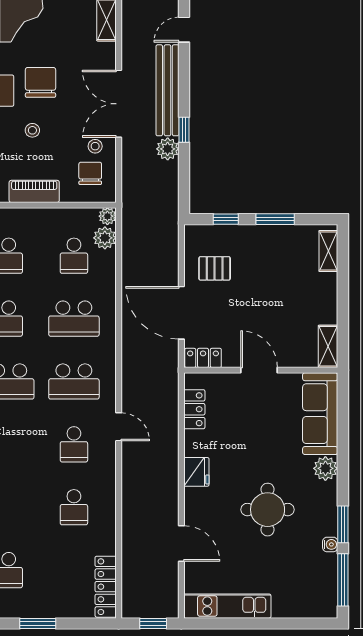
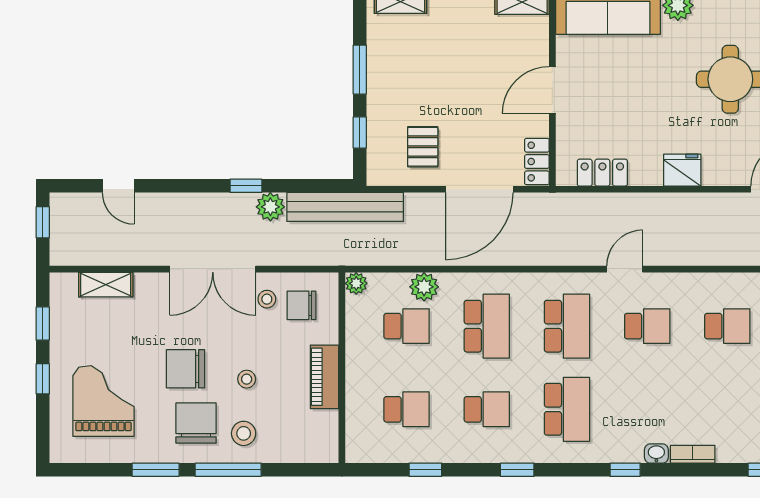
bench: (167, 90) -> (345, 207), moved
plant: (105, 238) -> (424, 287), moved

